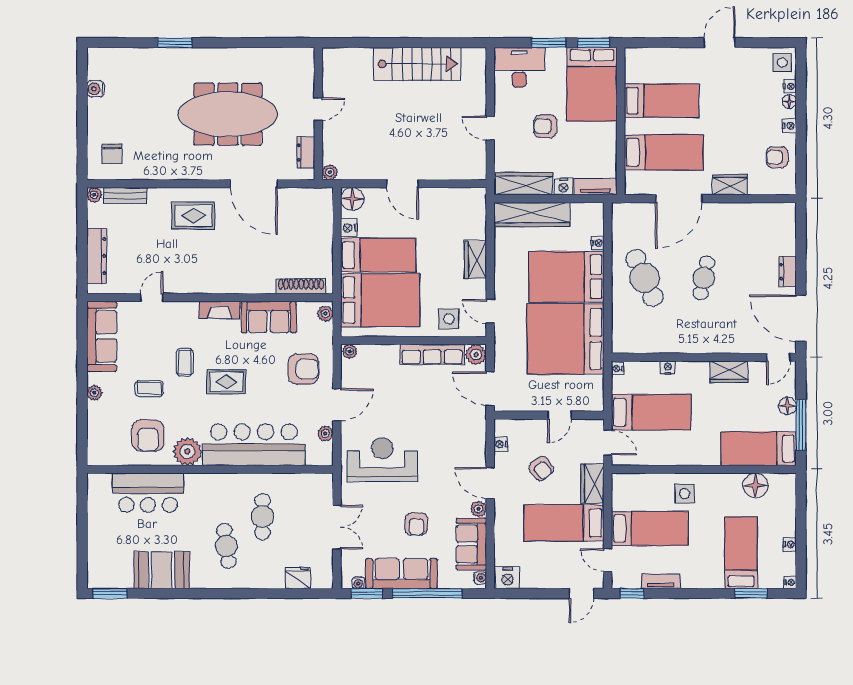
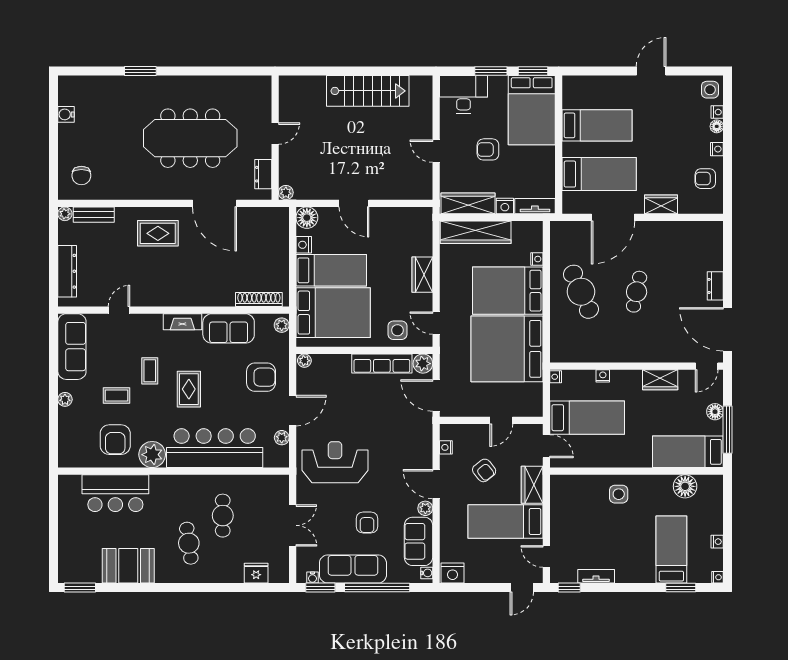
rug: (226, 382) -> (189, 389), turned 90
bed: (650, 529) -> (586, 527), removed

